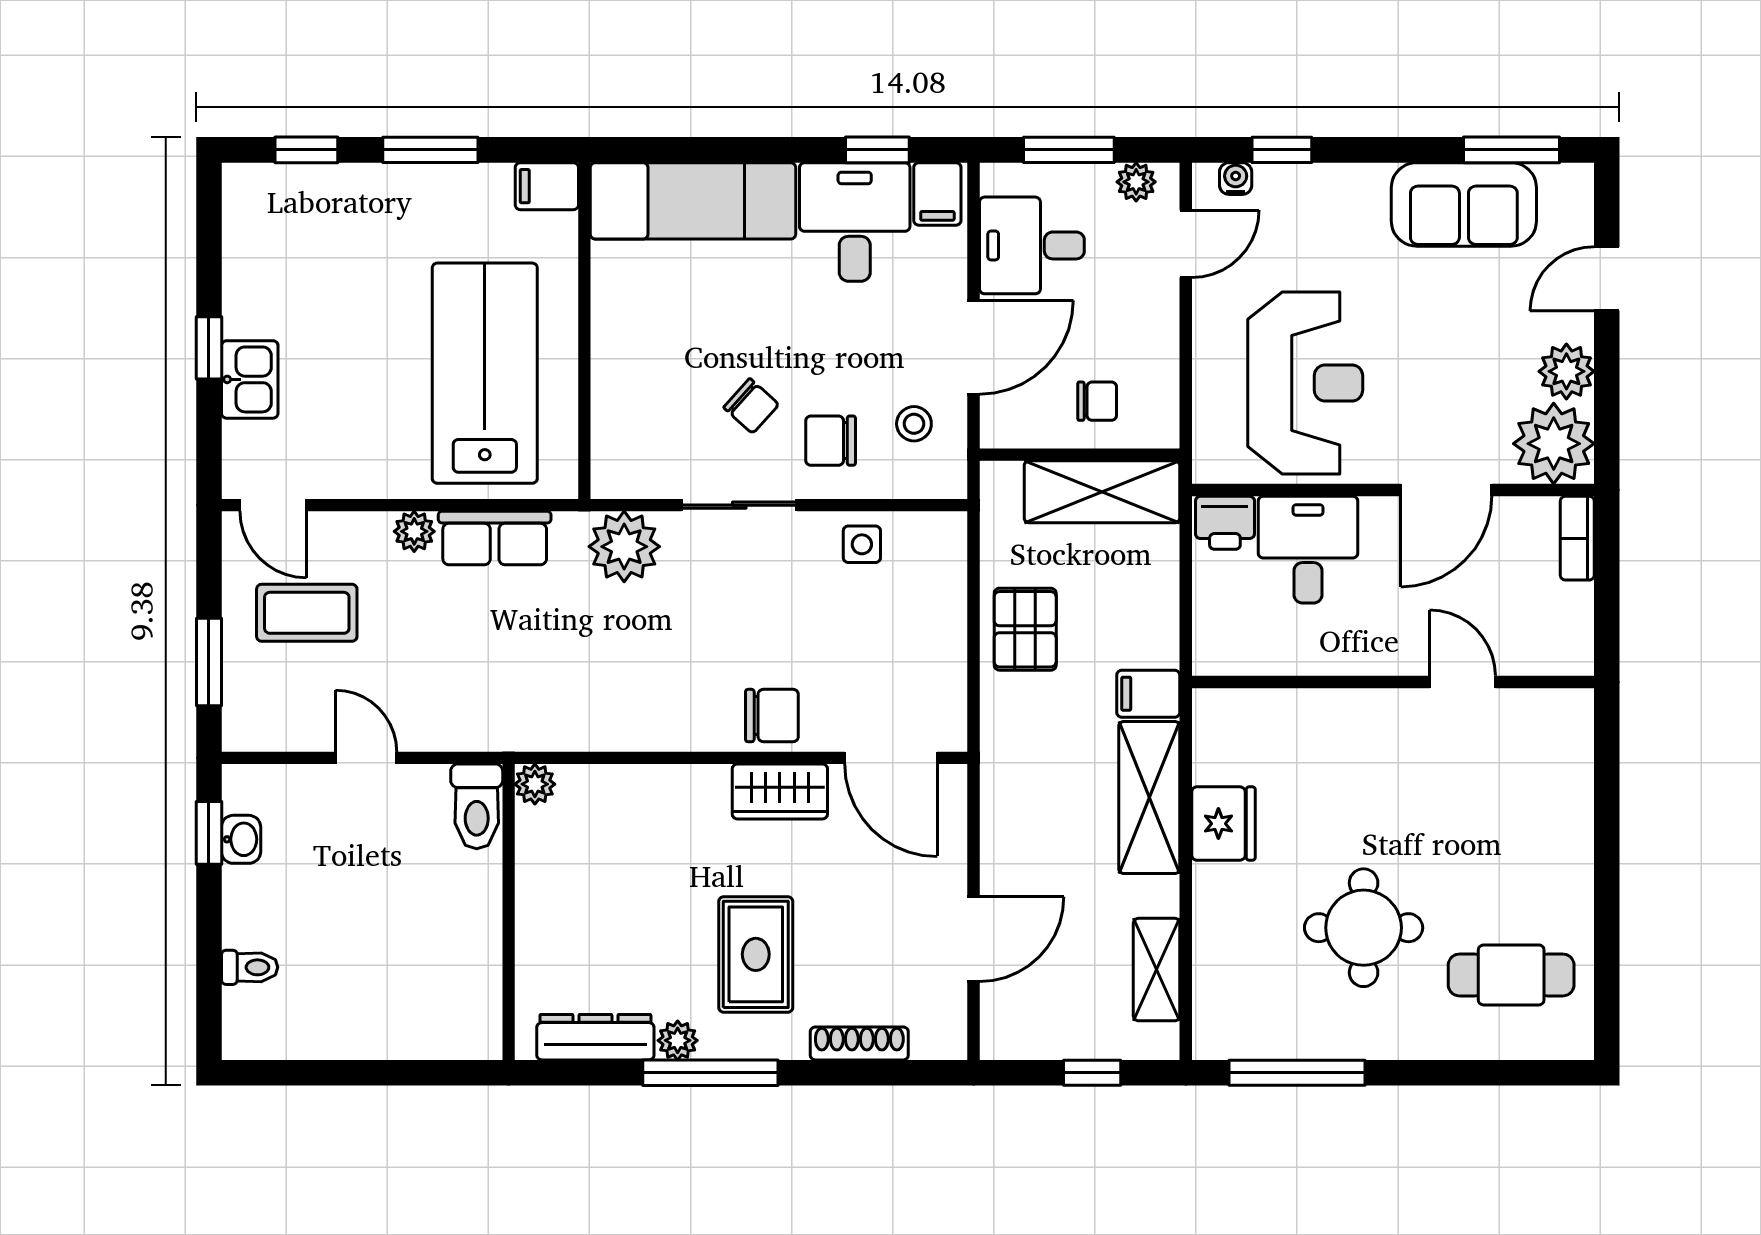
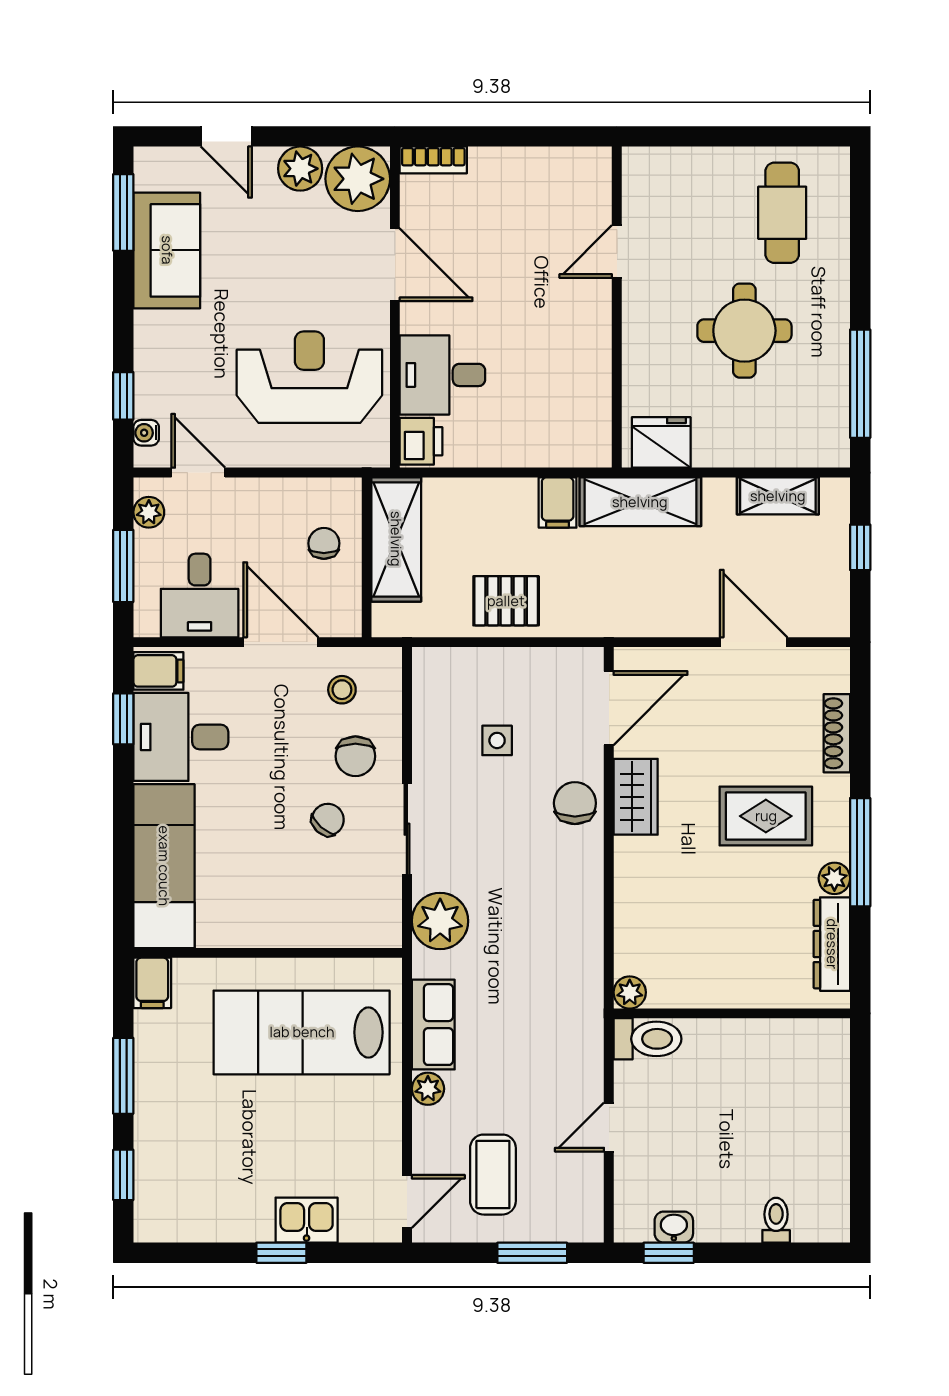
side table: (862, 544) -> (497, 740), moved
wall: (1393, 682) -> (617, 307), moved
door: (1463, 682) -> (617, 251), moved

